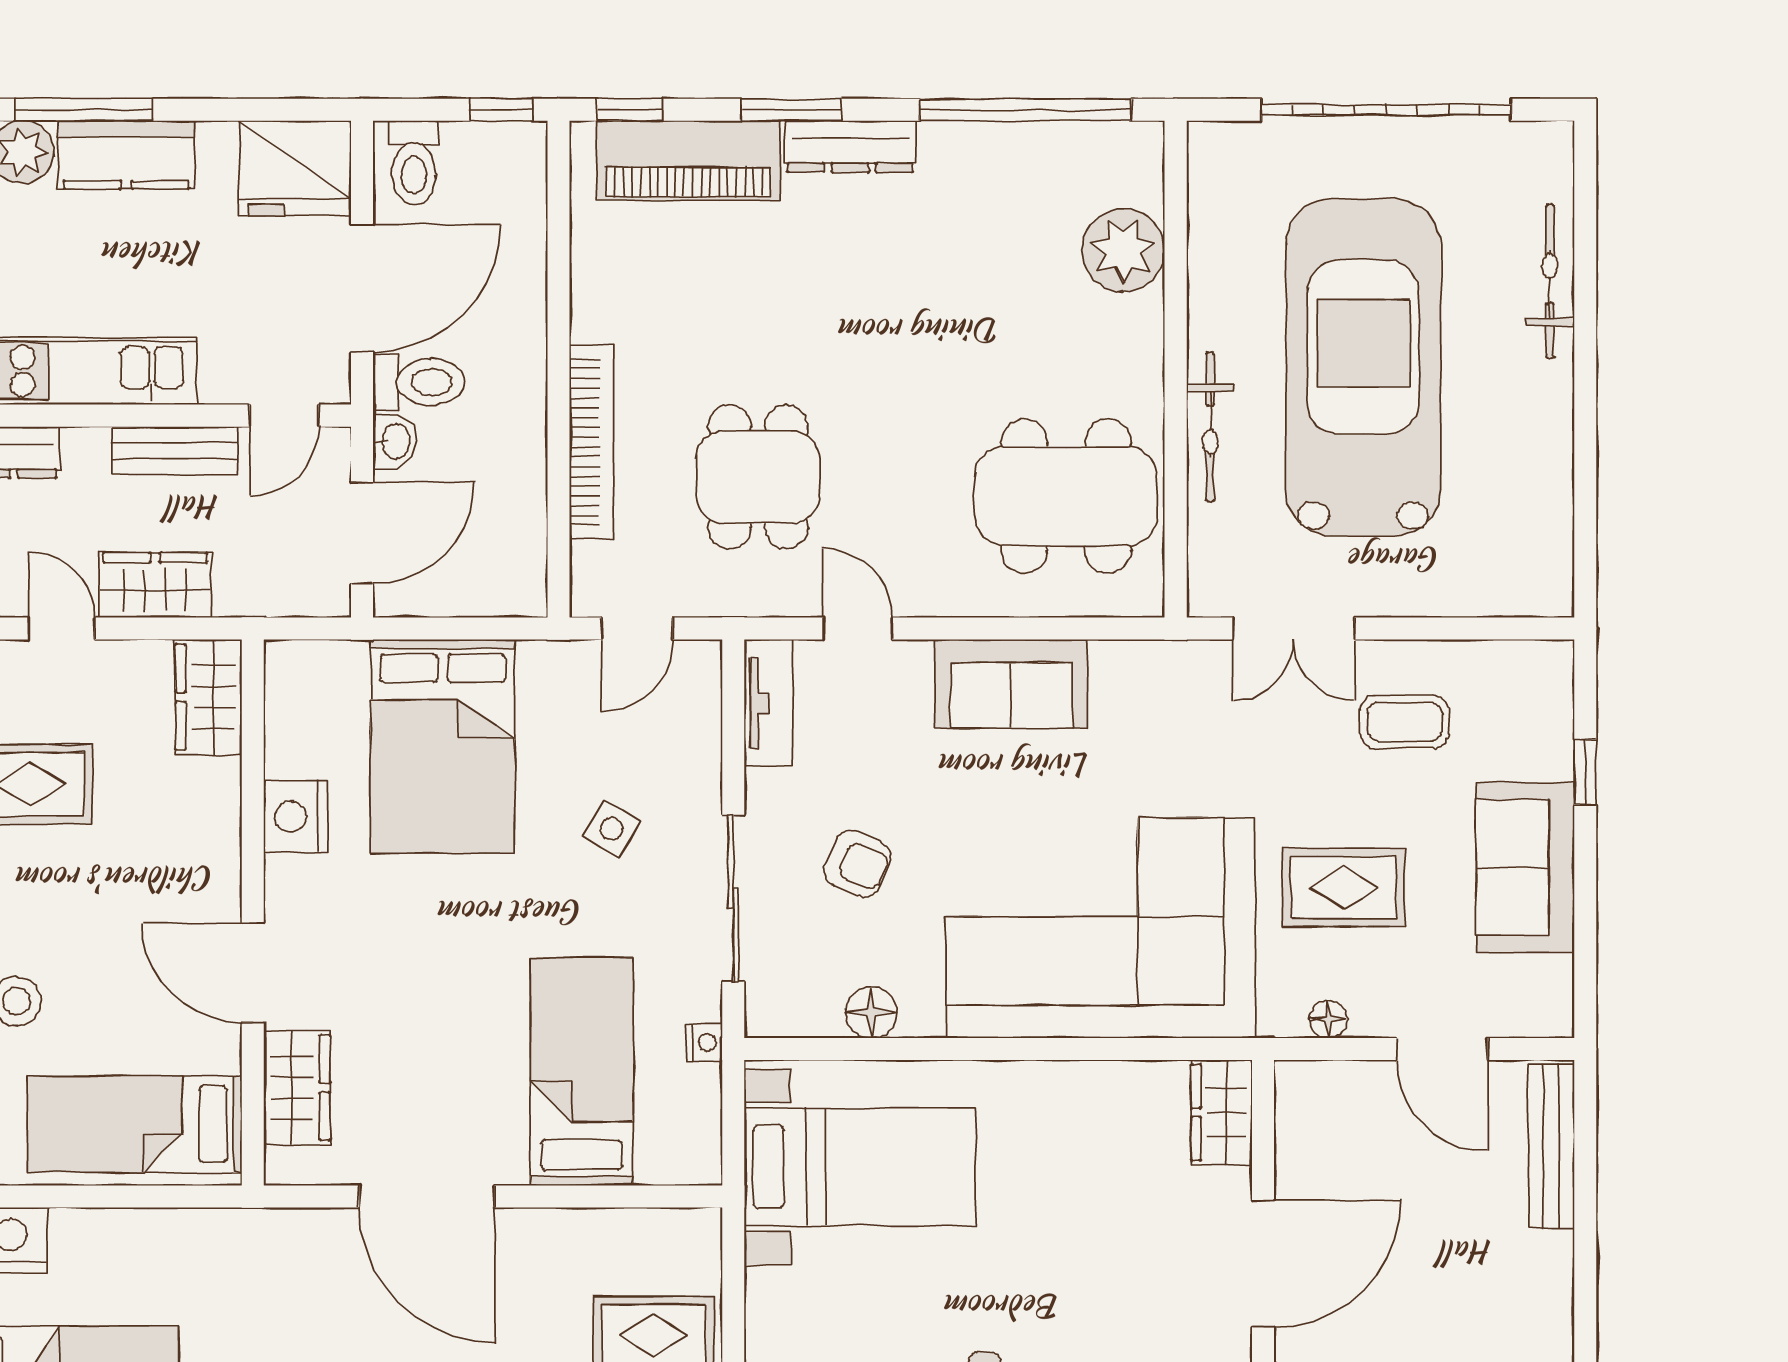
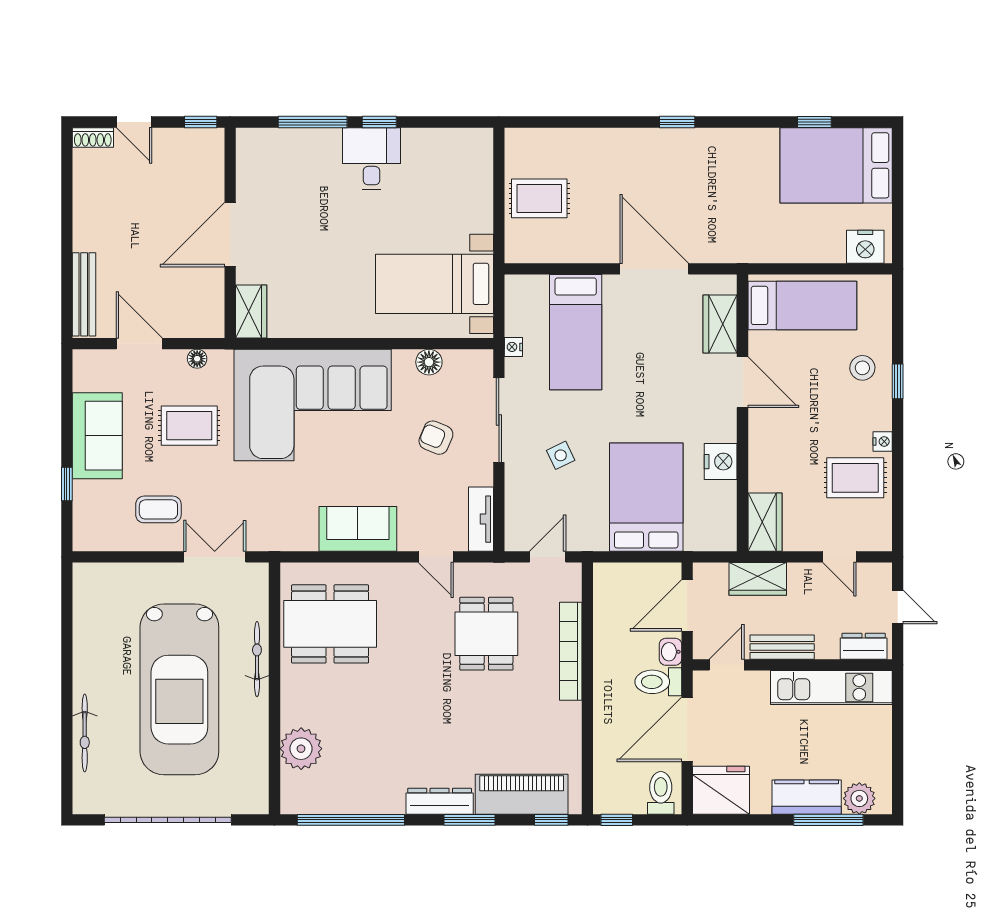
wardrobe: (155, 585) -> (758, 579), moved
side table: (611, 829) -> (561, 455), turned 34

